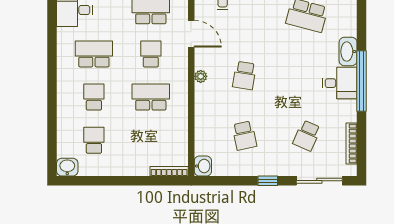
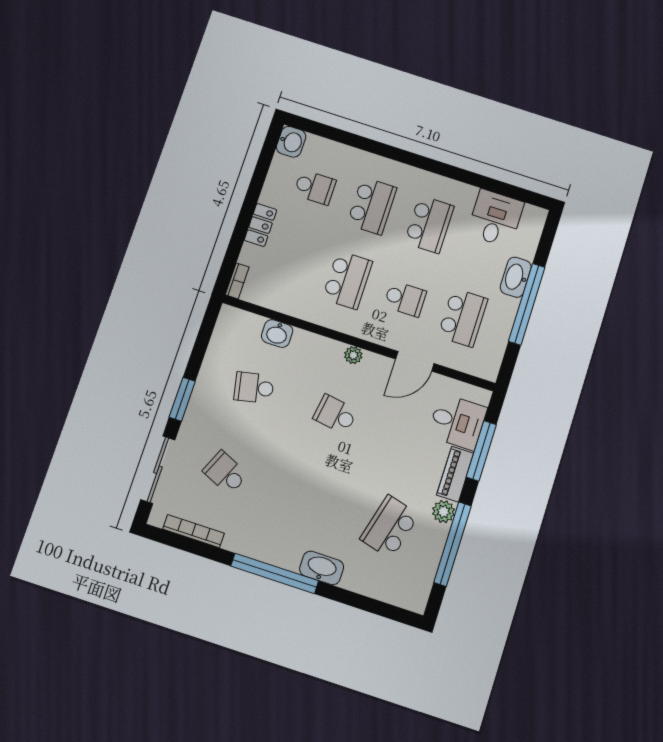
desk: (340, 83) -> (282, 542), removed
school desk: (94, 97) -> (372, 206), width x1.85
washbasin: (203, 166) -> (277, 334), moved
locker: (132, 168) -> (260, 225), added
bookcase: (169, 171) -> (237, 281), width x0.64
window: (268, 181) -> (182, 399), width x1.50

